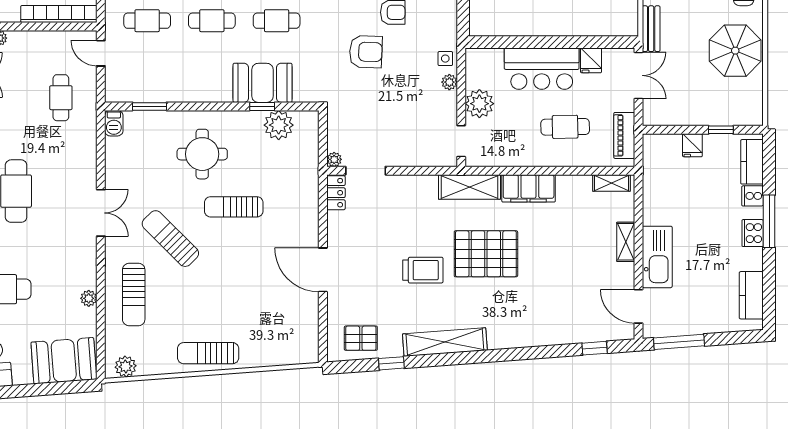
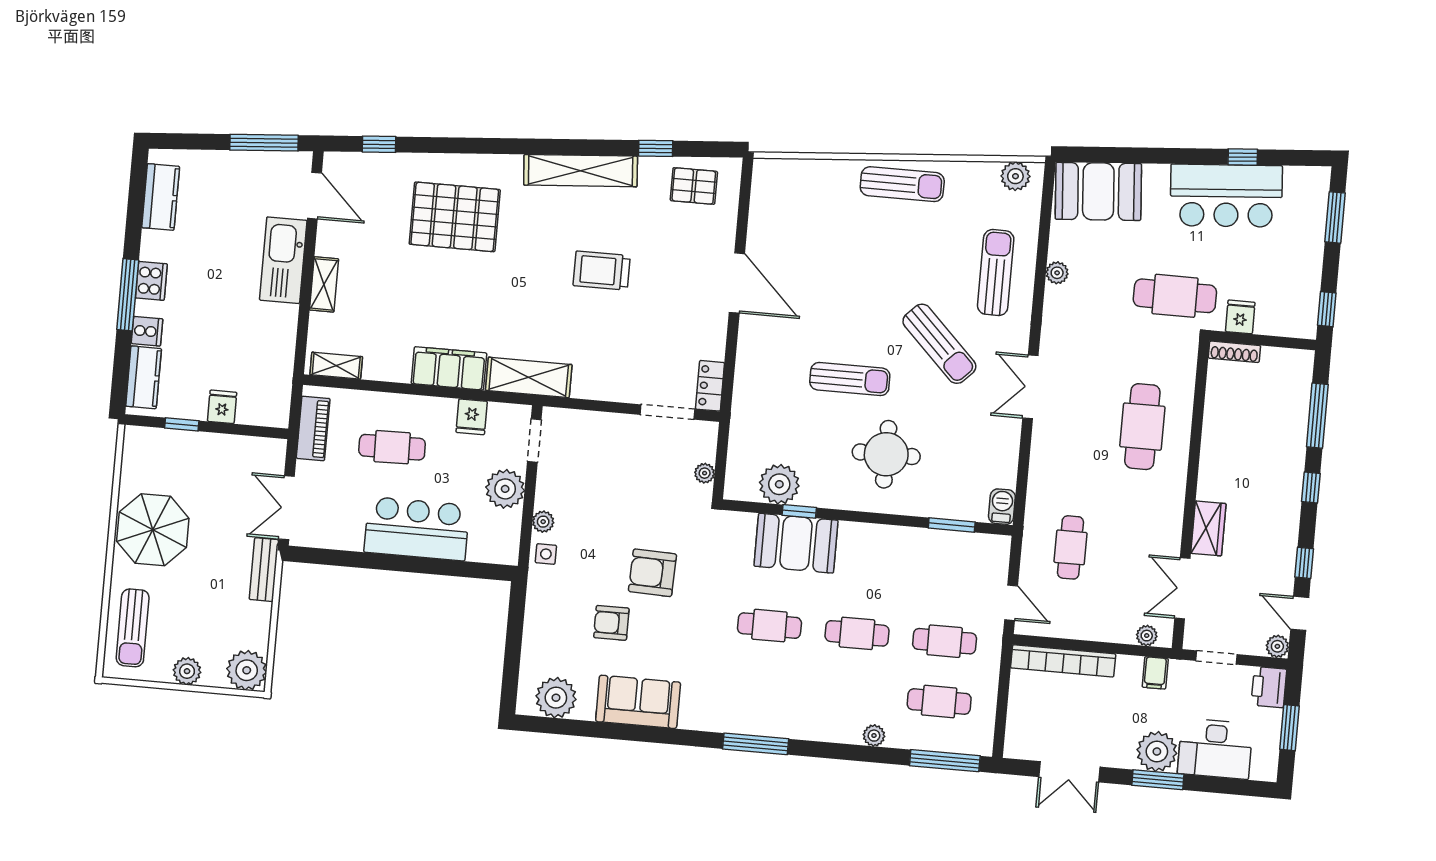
fridge: (591, 60) -> (472, 417), moved, turned 180
plant: (334, 159) -> (705, 473), moved
pallet: (486, 254) -> (455, 217), moved

